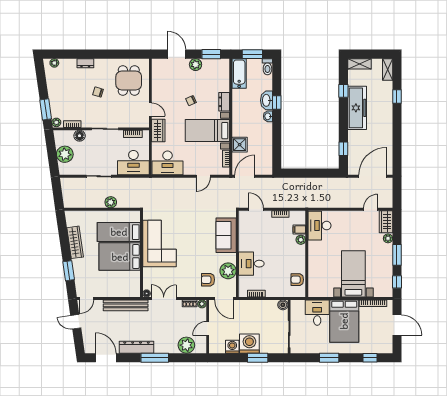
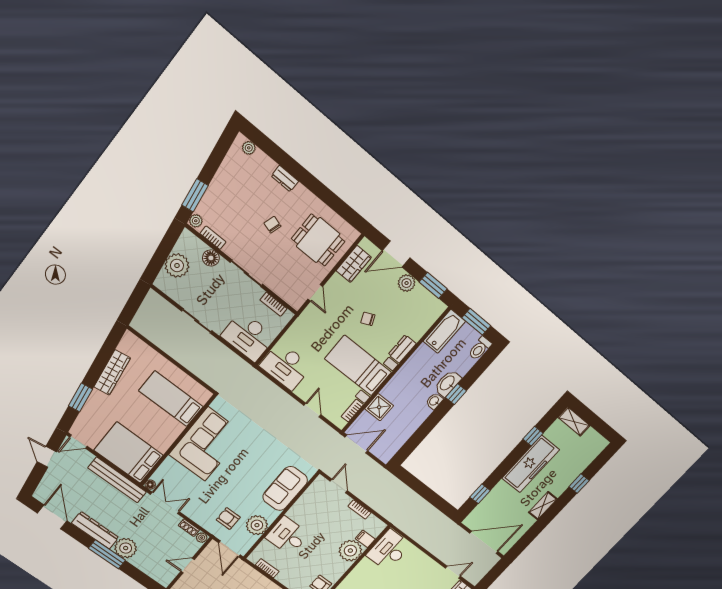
door: (177, 54) -> (396, 254), swing flipped
shelving: (388, 69) -> (543, 506), moved
dining table: (129, 80) -> (318, 240), turned 90
wardrobe: (158, 130) -> (354, 264), moved
door: (203, 176) -> (312, 410), swing flipped
plant: (111, 202) -> (188, 360), removed
plant: (301, 240) -> (350, 551), width x1.87, depth x1.87
bed: (120, 257) -> (129, 453), moved
plant: (186, 345) -> (126, 548), moved

